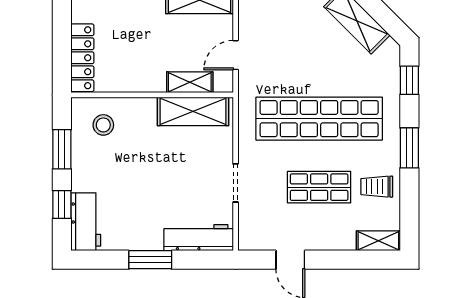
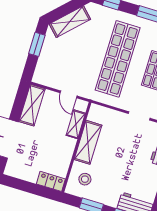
locker: (82, 58) -> (51, 181), width x0.66
shelving: (193, 111) -> (88, 142), moved

